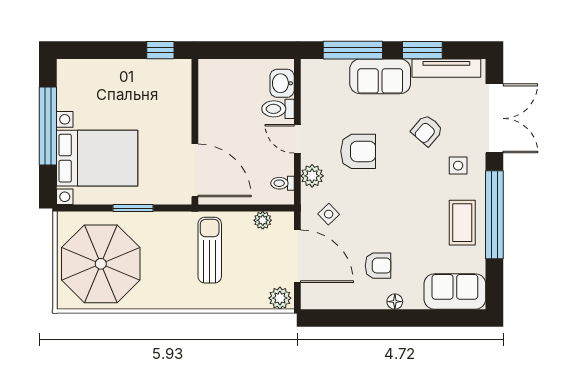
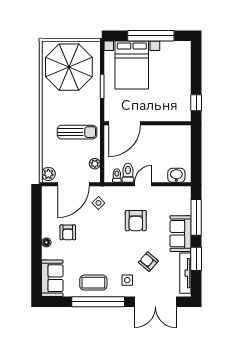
toilet: (278, 109) -> (128, 173), moved
plant: (312, 176) -> (121, 193), removed

